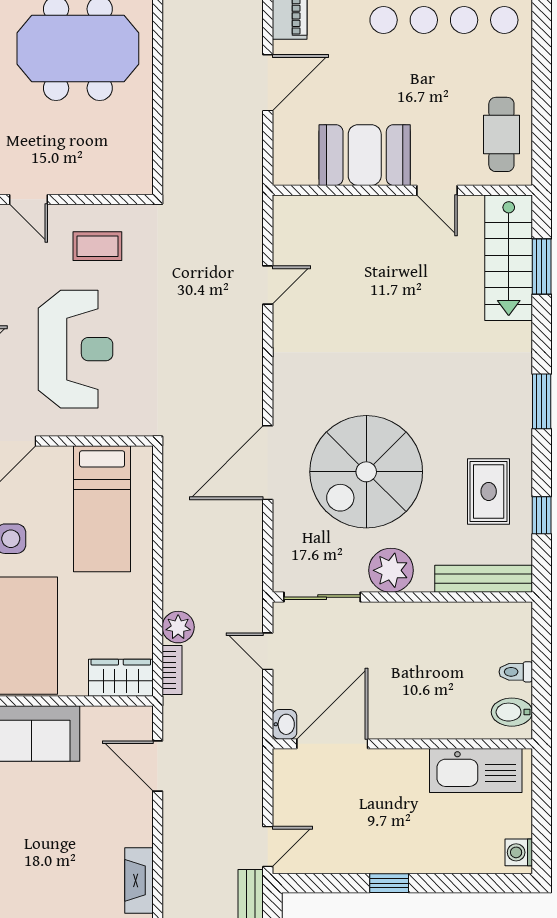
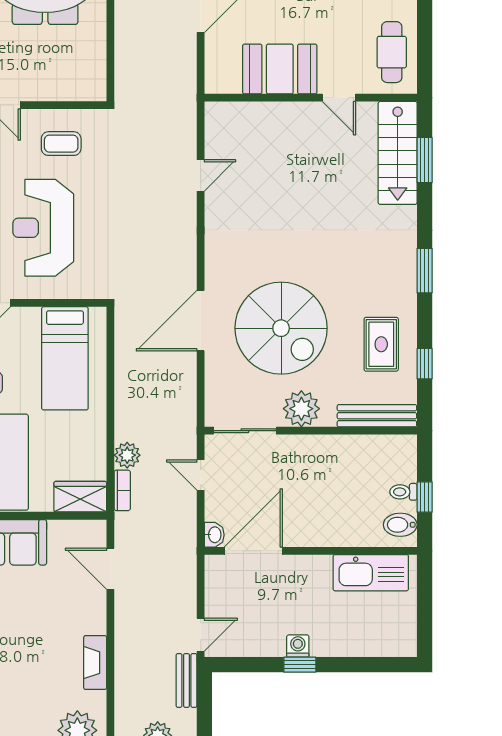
reception desk: (76, 349) -> (43, 228), turned 180
spiral stairs: (366, 472) -> (281, 328), turned -90
window: (542, 678) -> (425, 497), added
washing machine: (519, 852) -> (298, 646), moved, turned 90

